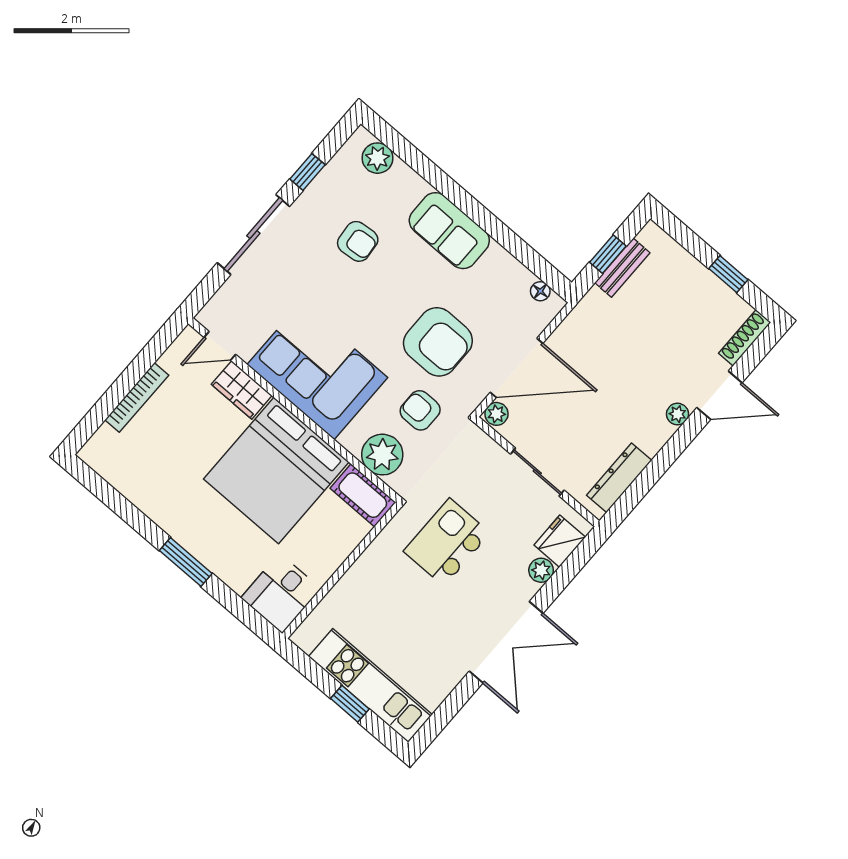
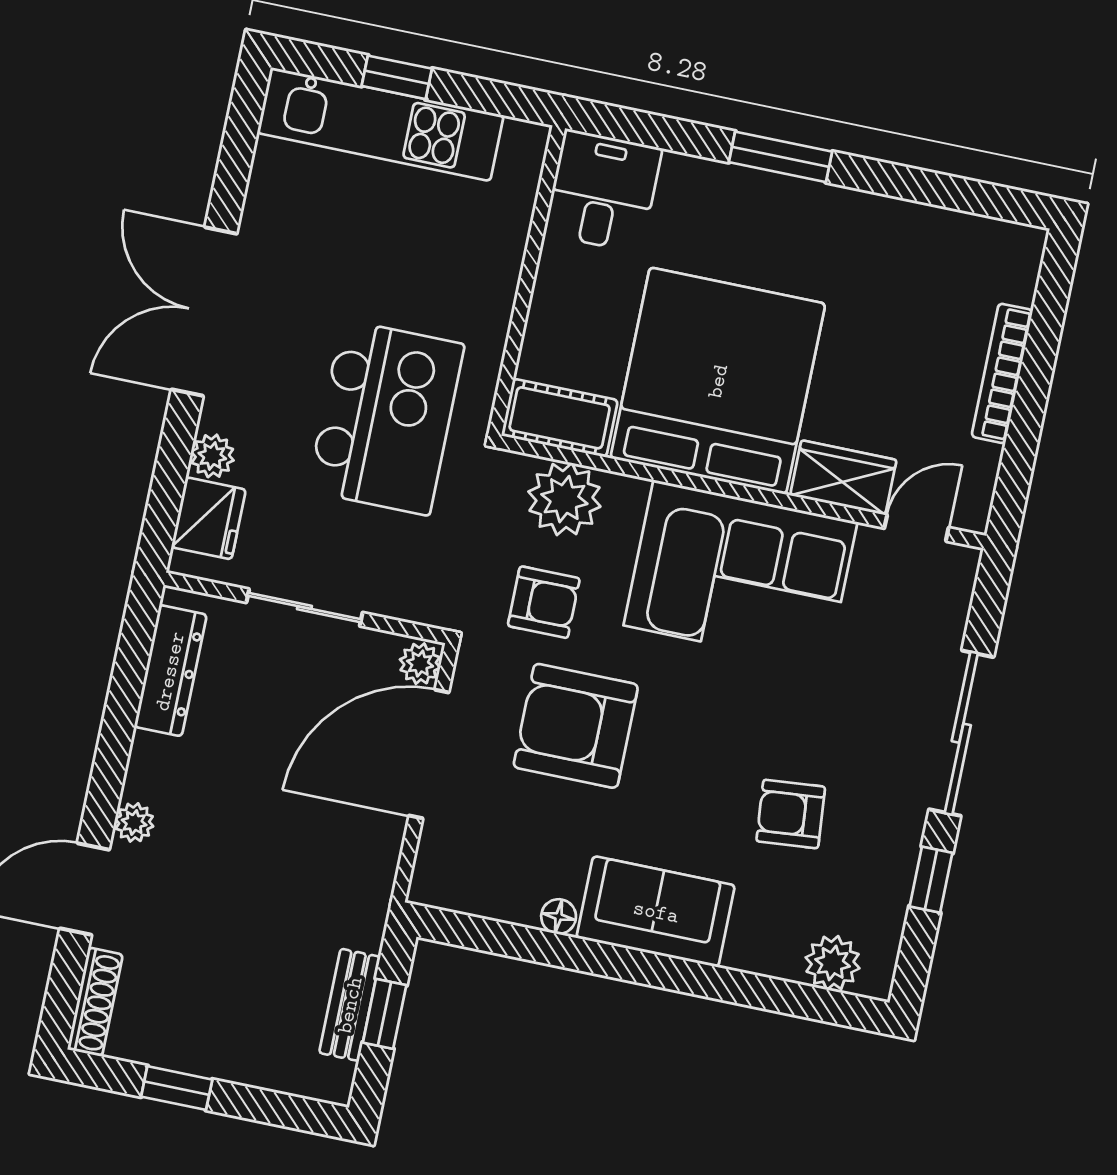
floor lamp: (540, 291) -> (559, 917), moved
kitchen island: (447, 542) -> (386, 418), width x1.37, depth x1.28

